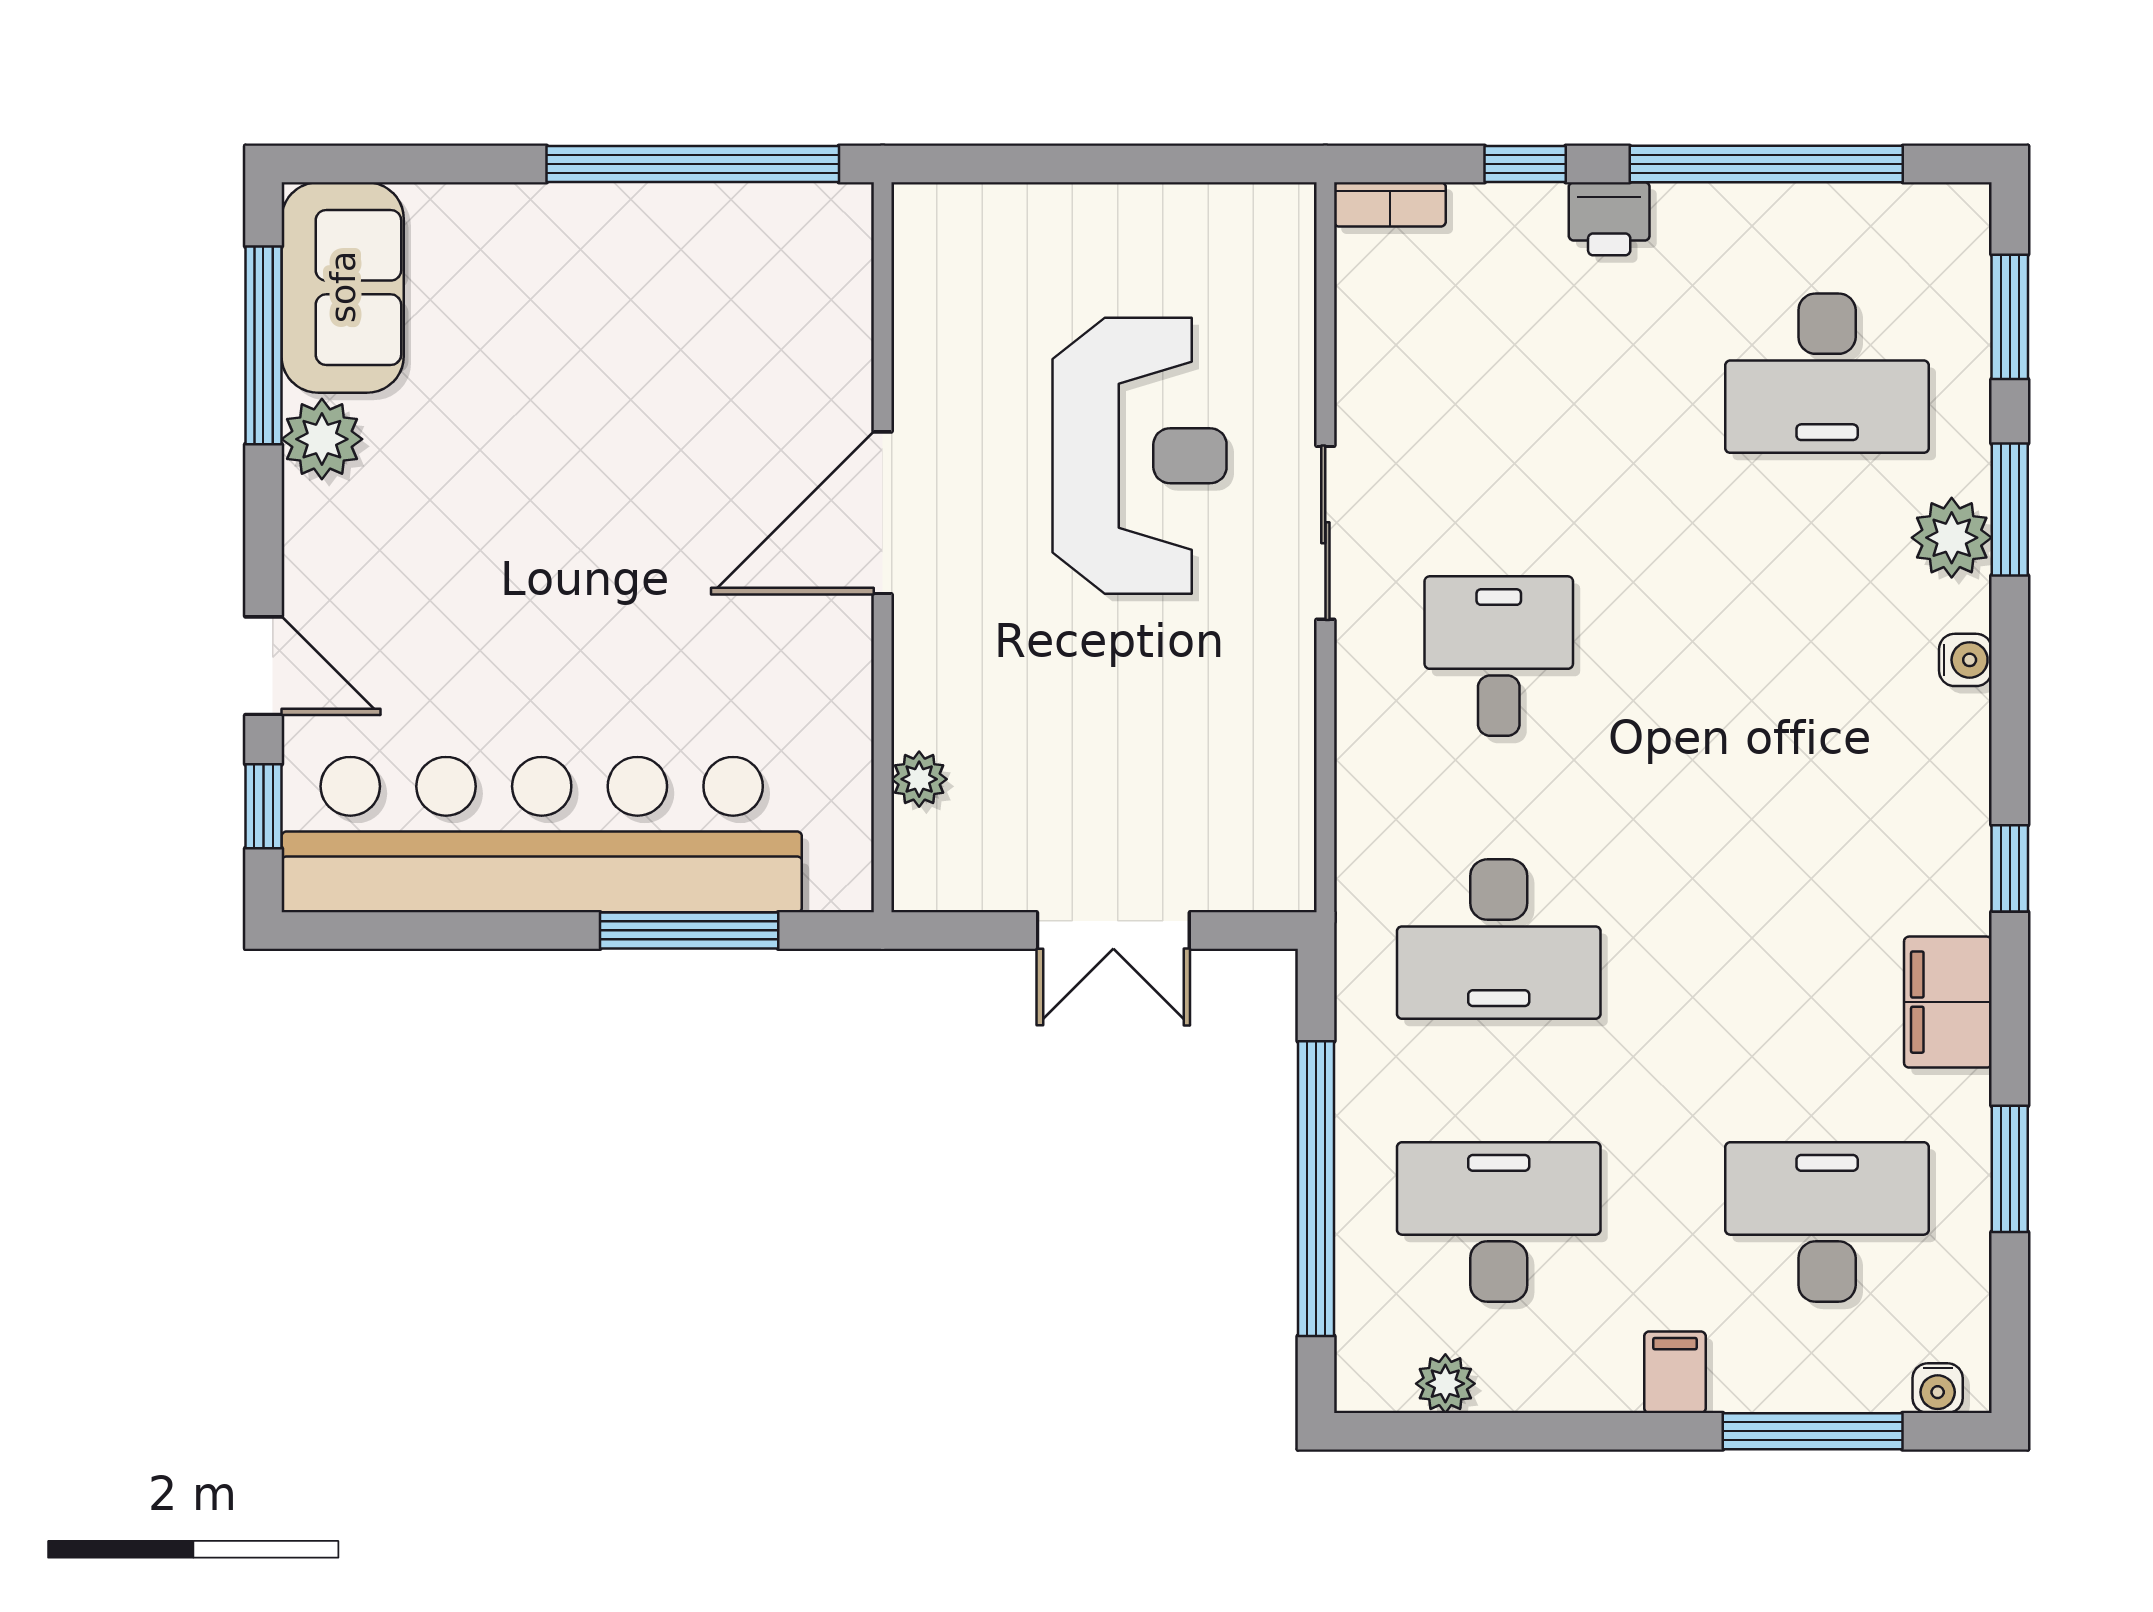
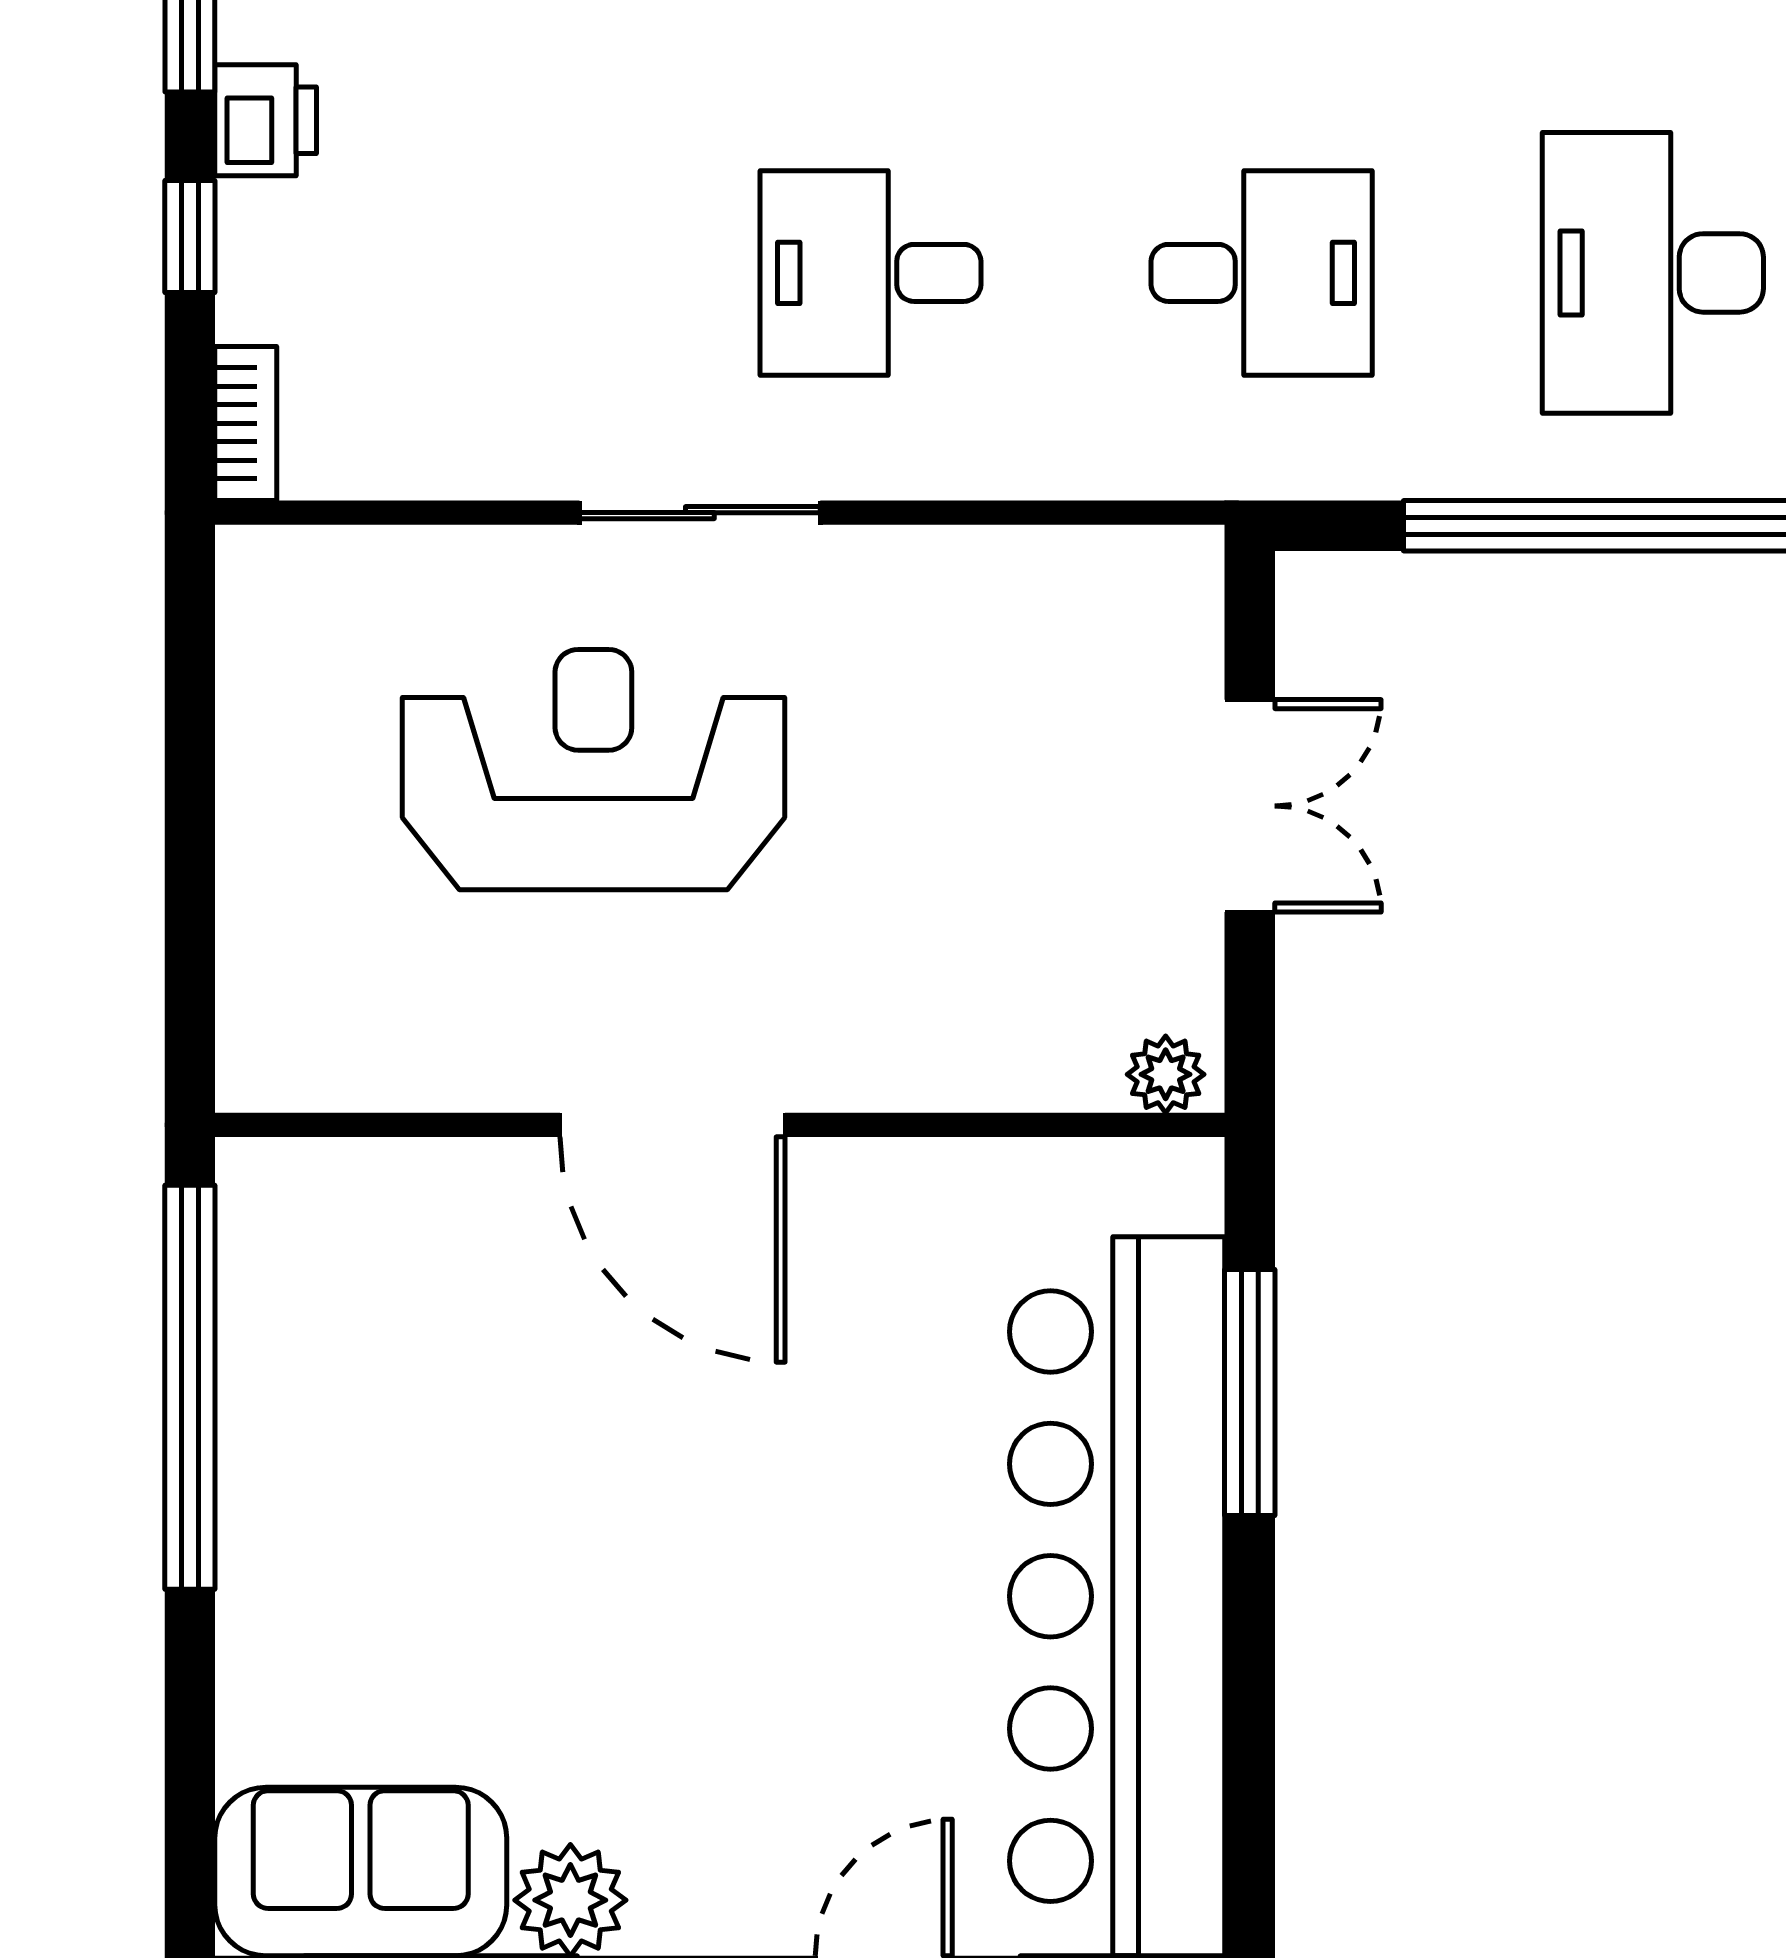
plant: (919, 779) -> (1166, 1074), moved
desk: (1499, 939) -> (1262, 273), width x0.73

